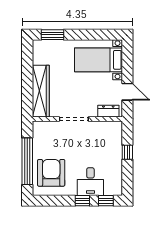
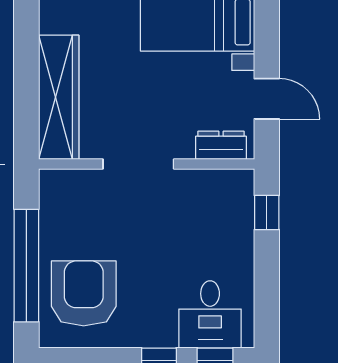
window: (127, 152) -> (267, 212), moved
desk: (90, 182) -> (210, 314), moved

